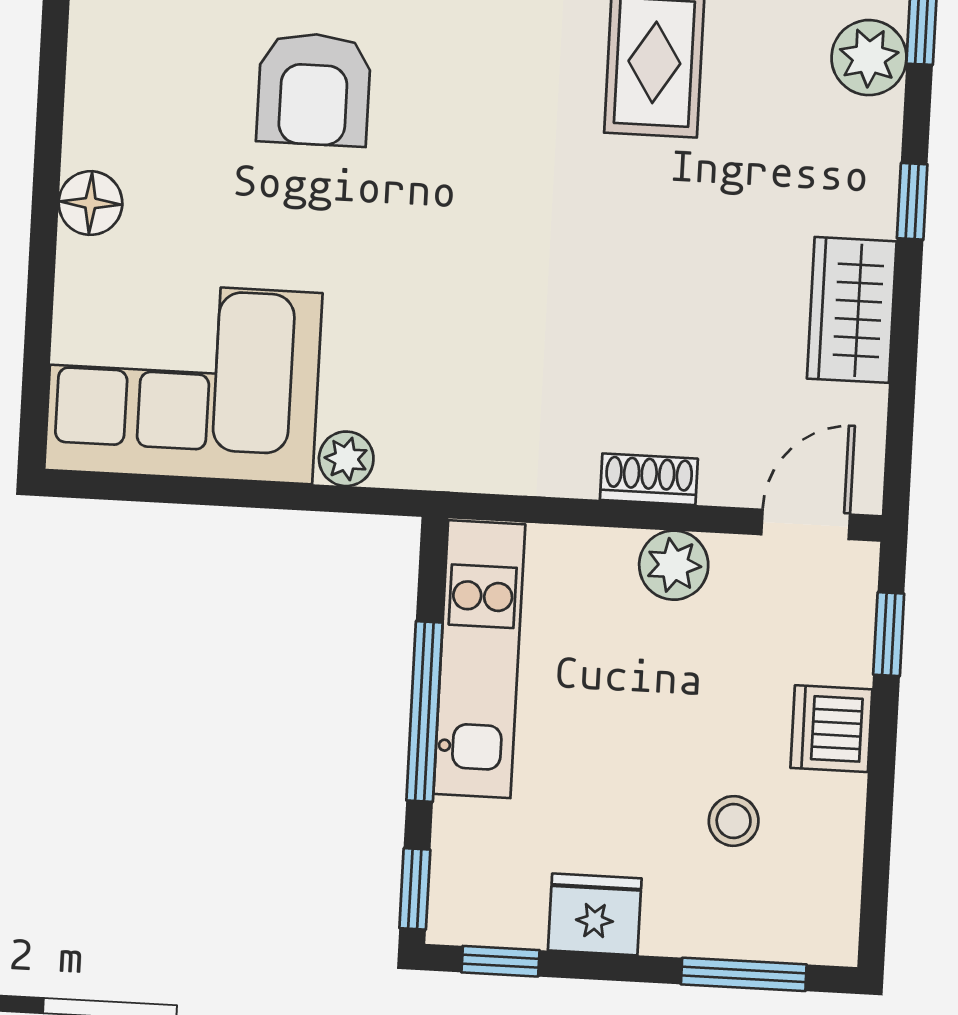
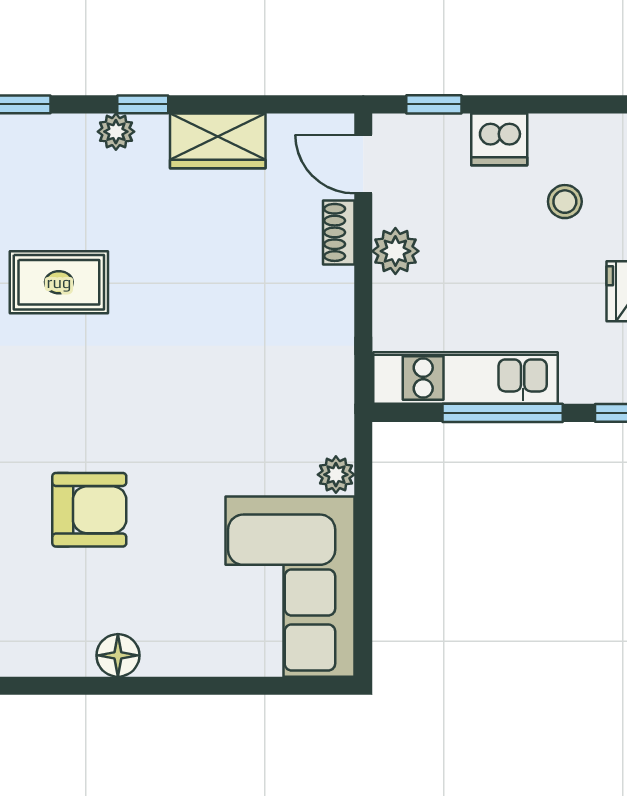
plant: (869, 58) -> (116, 132), moved, width x0.73, depth x0.73
floor lamp: (90, 203) -> (118, 655), moved
shoe rack: (649, 479) -> (339, 232), moved

